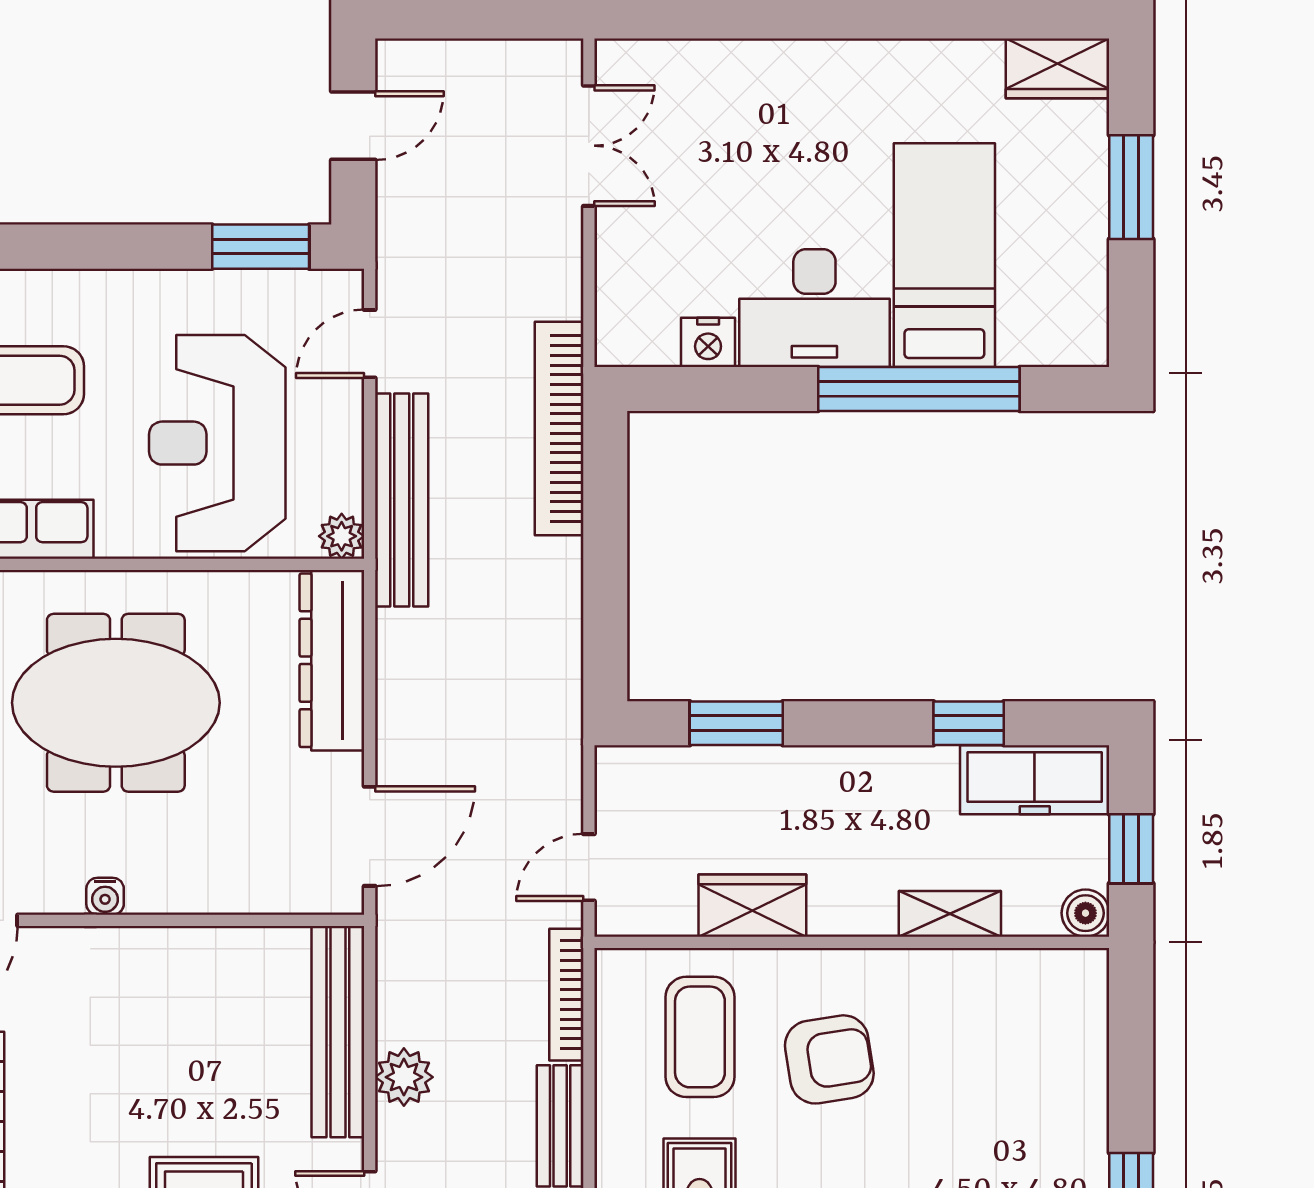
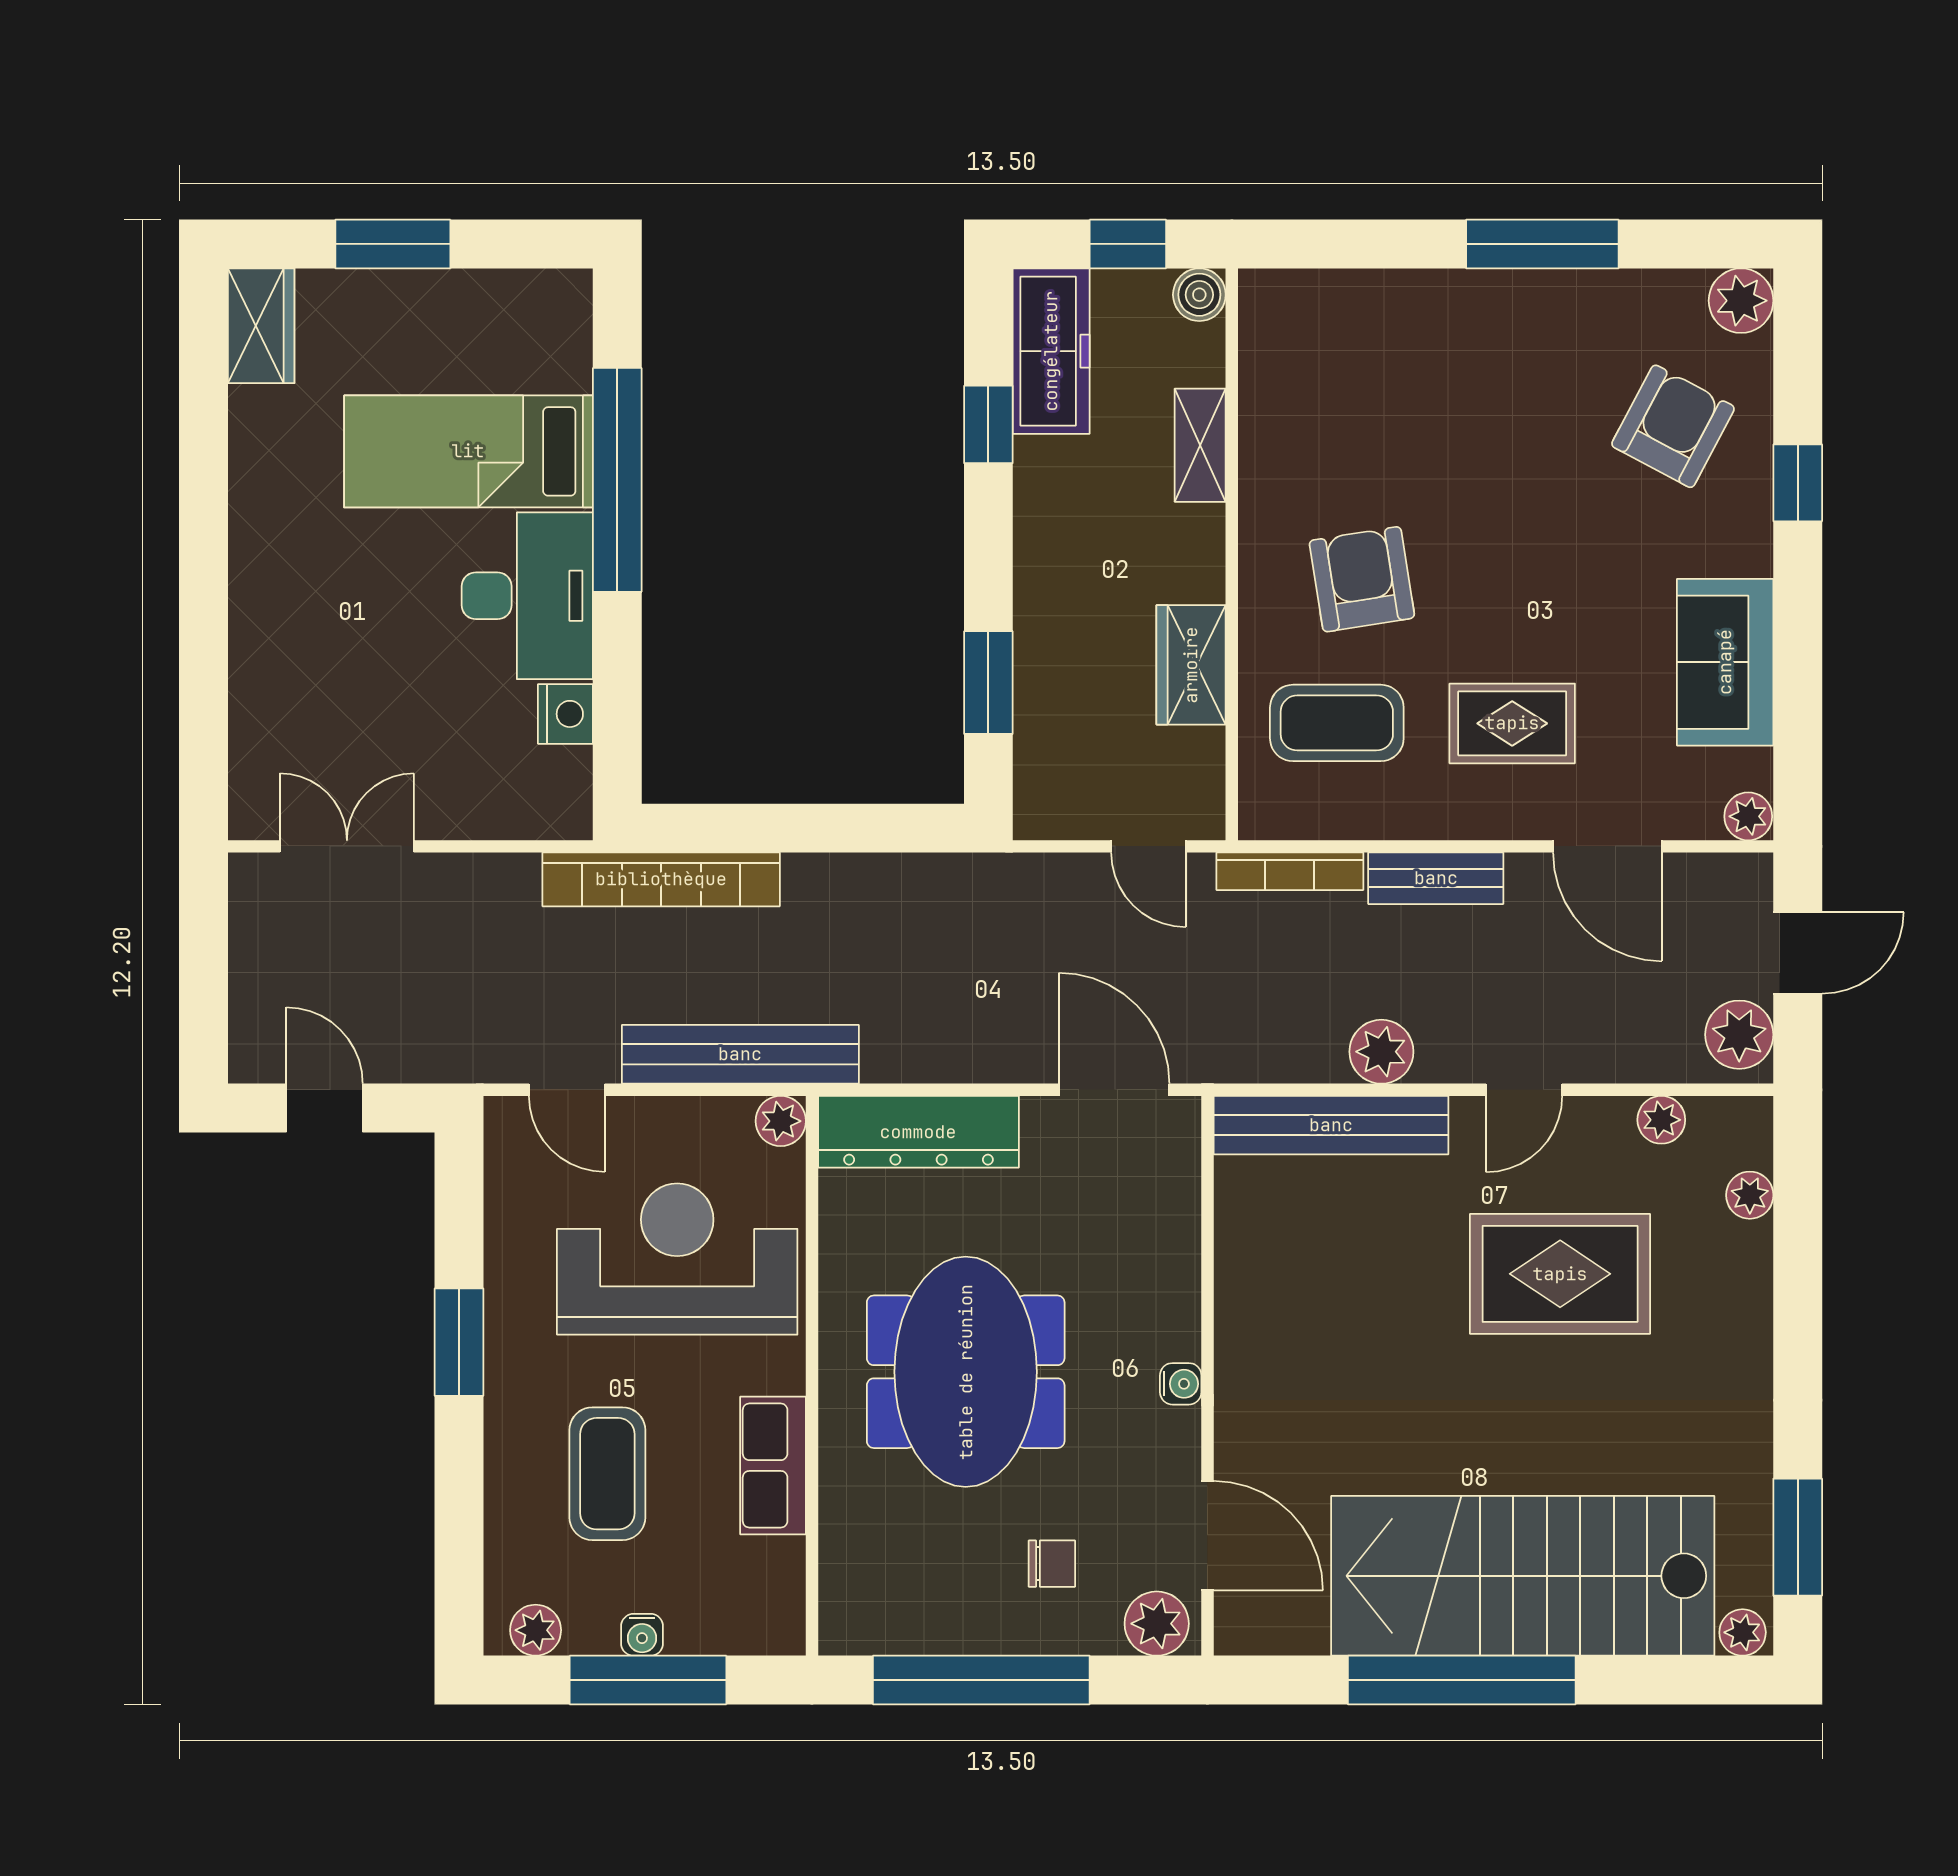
window: (261, 247) -> (459, 1342), moved
reception desk: (217, 443) -> (677, 1259), turned 180

